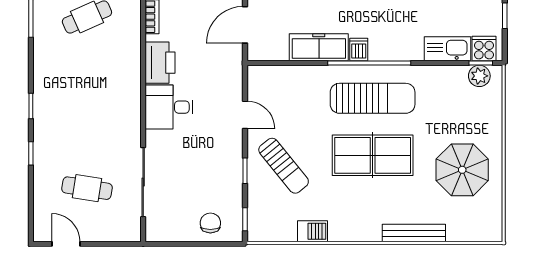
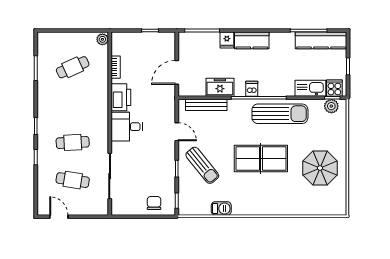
freezer: (319, 47) -> (220, 87), width x0.71
sun lounger: (373, 98) -> (280, 114), moved
cafe table: (87, 131) -> (73, 142), added
bench: (414, 233) -> (206, 105), moved

